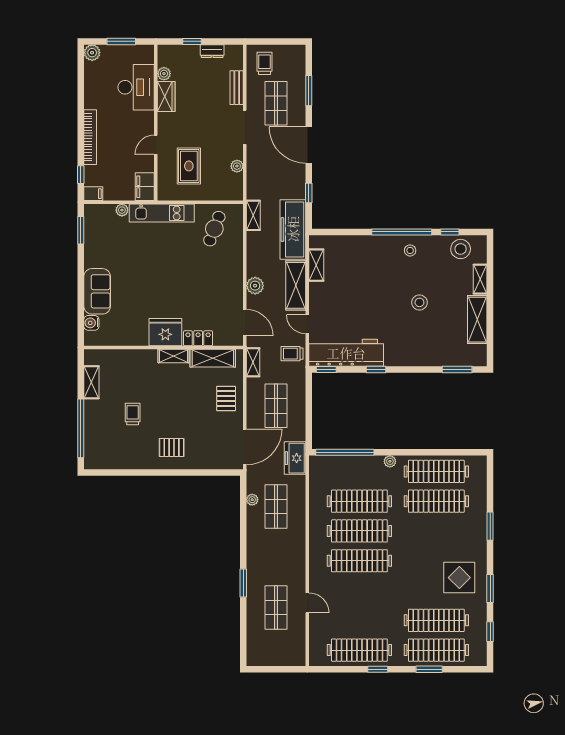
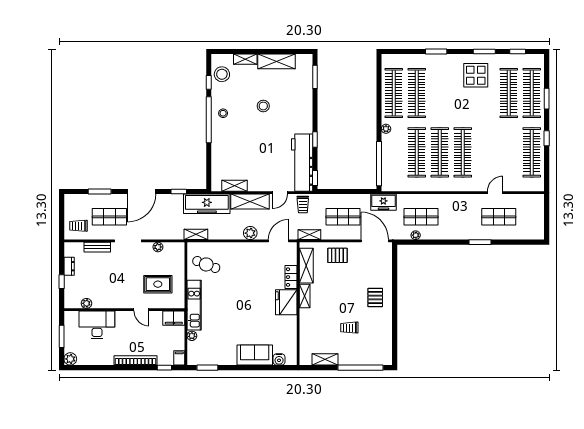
wardrobe: (166, 97) -> (104, 302), removed

